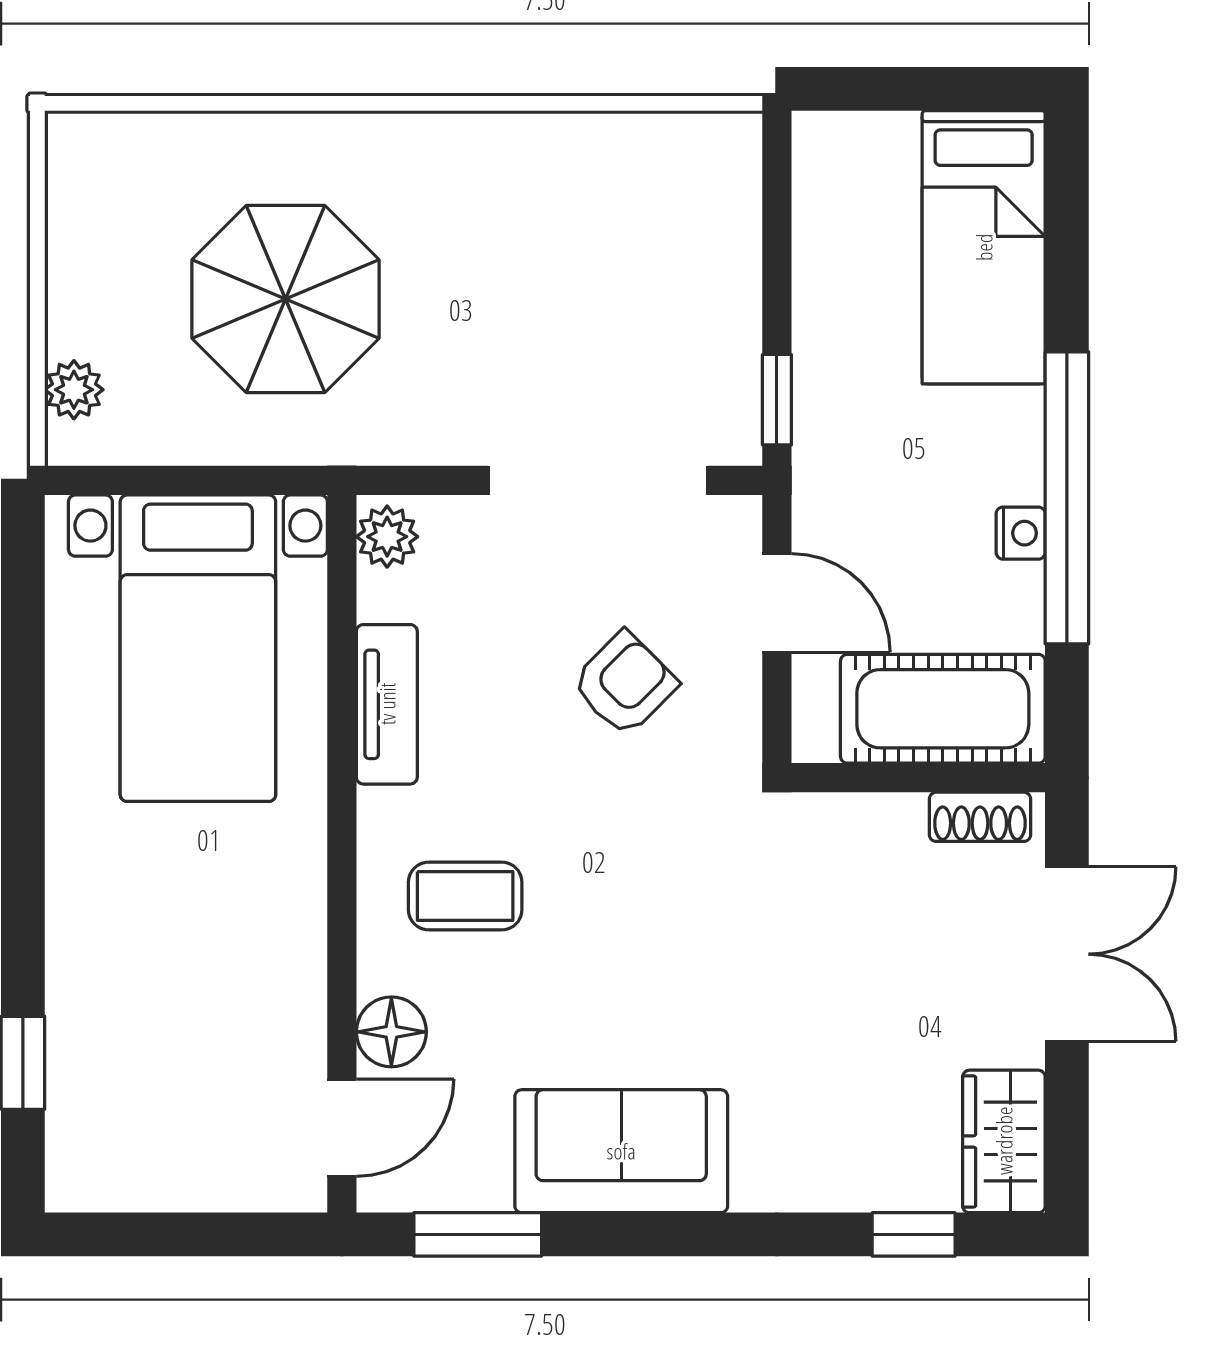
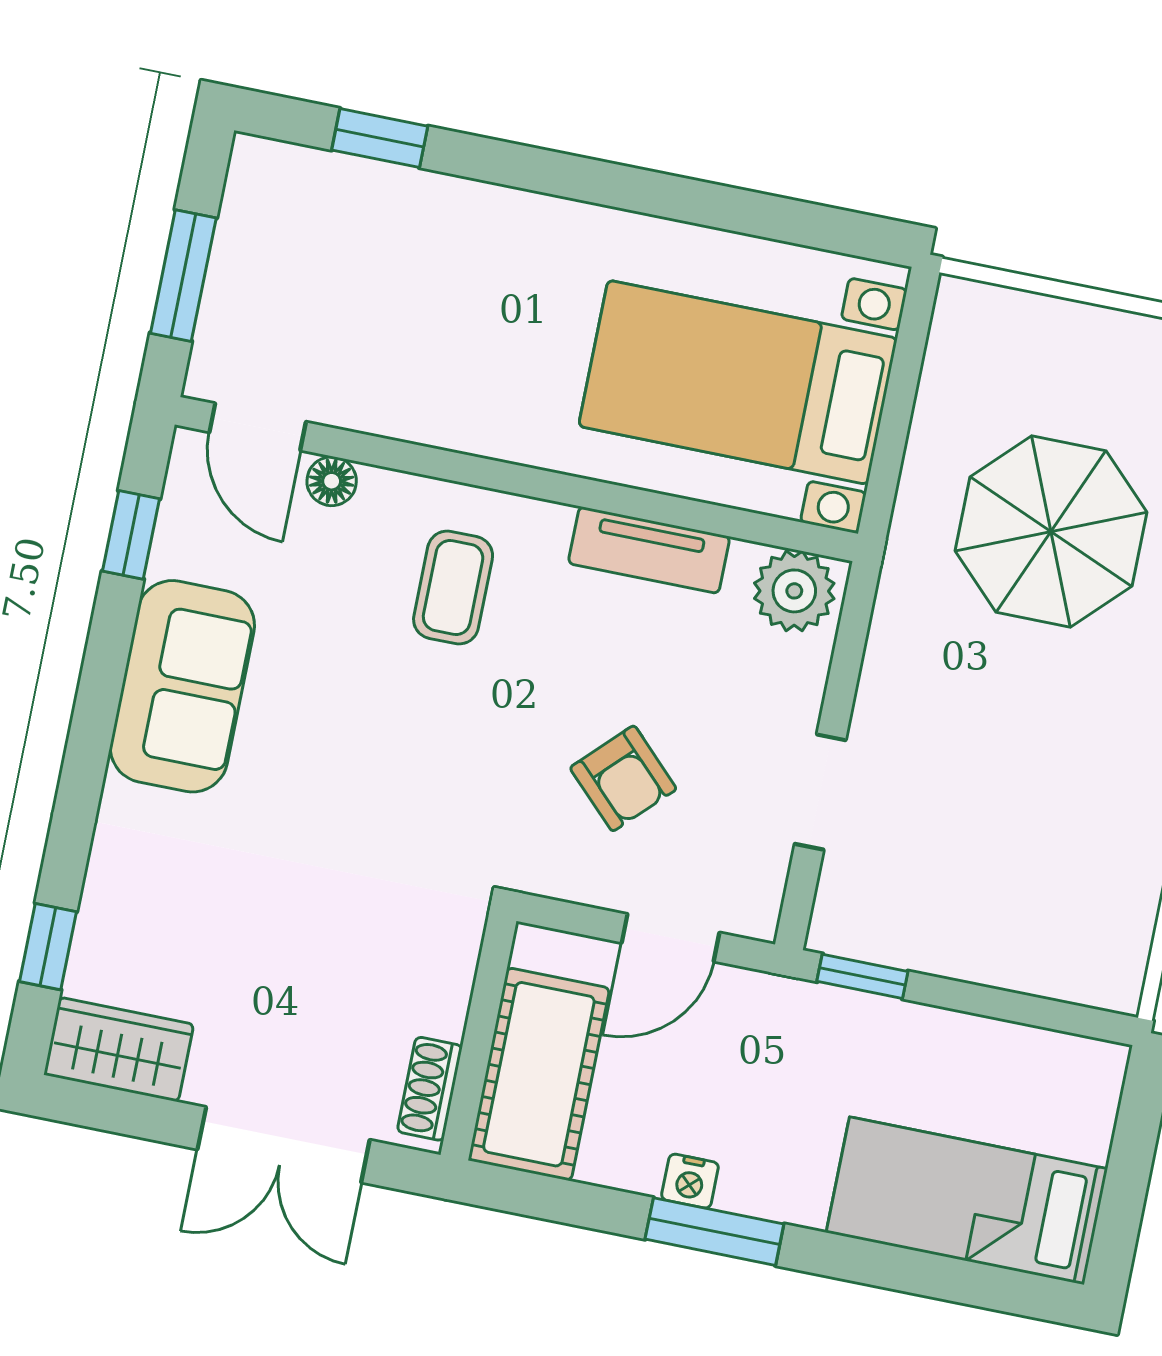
plant: (74, 390) -> (1006, 314), removed
doorway: (598, 480) -> (820, 792), width x0.53
window: (1067, 498) -> (714, 1232), width x0.47
plant: (387, 537) -> (794, 591), width x1.38, depth x1.38
floor lamp: (391, 1032) -> (332, 481), width x0.73, depth x0.73
window: (203, 1234) -> (183, 276), added
window: (478, 1234) -> (131, 535), width x0.67

